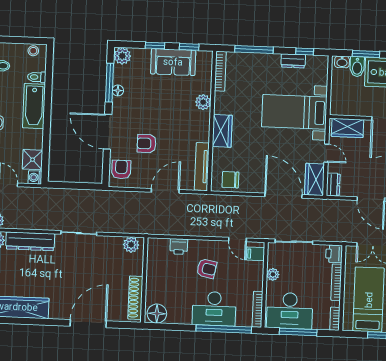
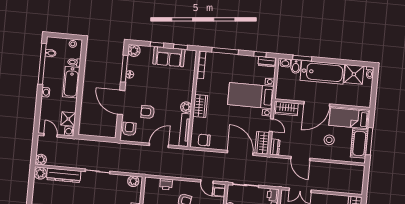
dresser: (293, 61) -> (267, 62), moved
plant: (203, 102) -> (186, 107), moved

